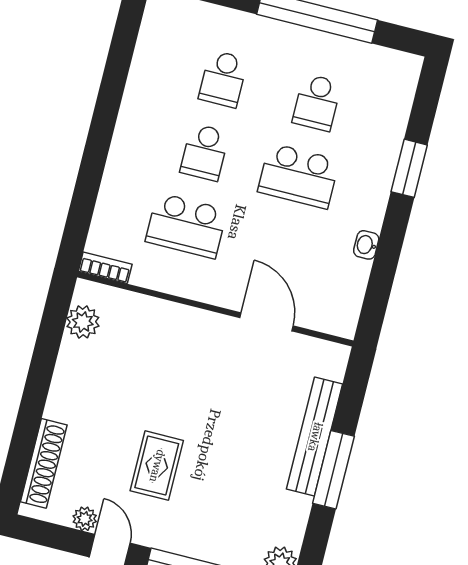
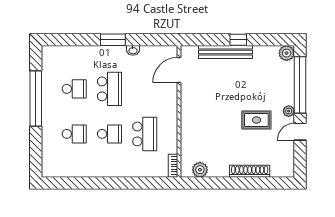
window: (409, 168) -> (113, 40), moved
door: (266, 322) -> (179, 70), moved
shoe rack: (44, 463) -> (250, 171), moved
window: (333, 470) -> (238, 40), width x0.46
plant: (85, 519) -> (289, 111), moved

